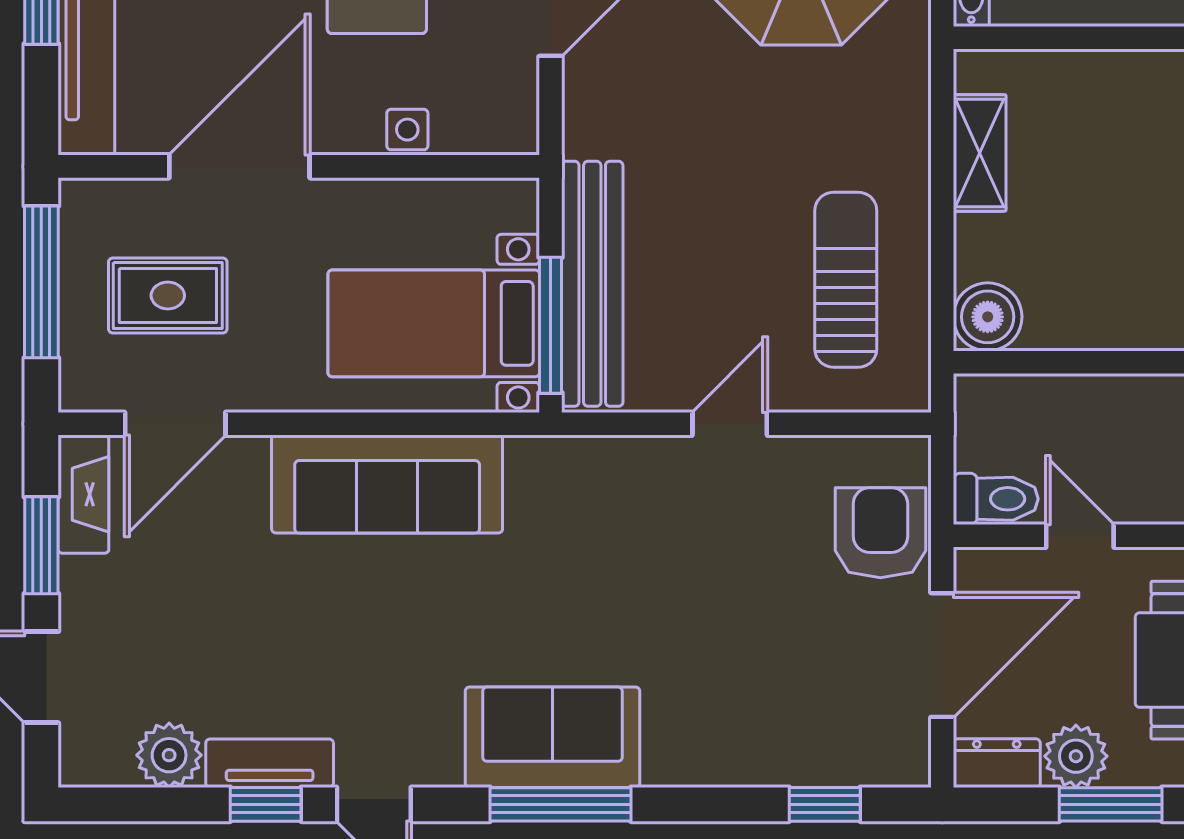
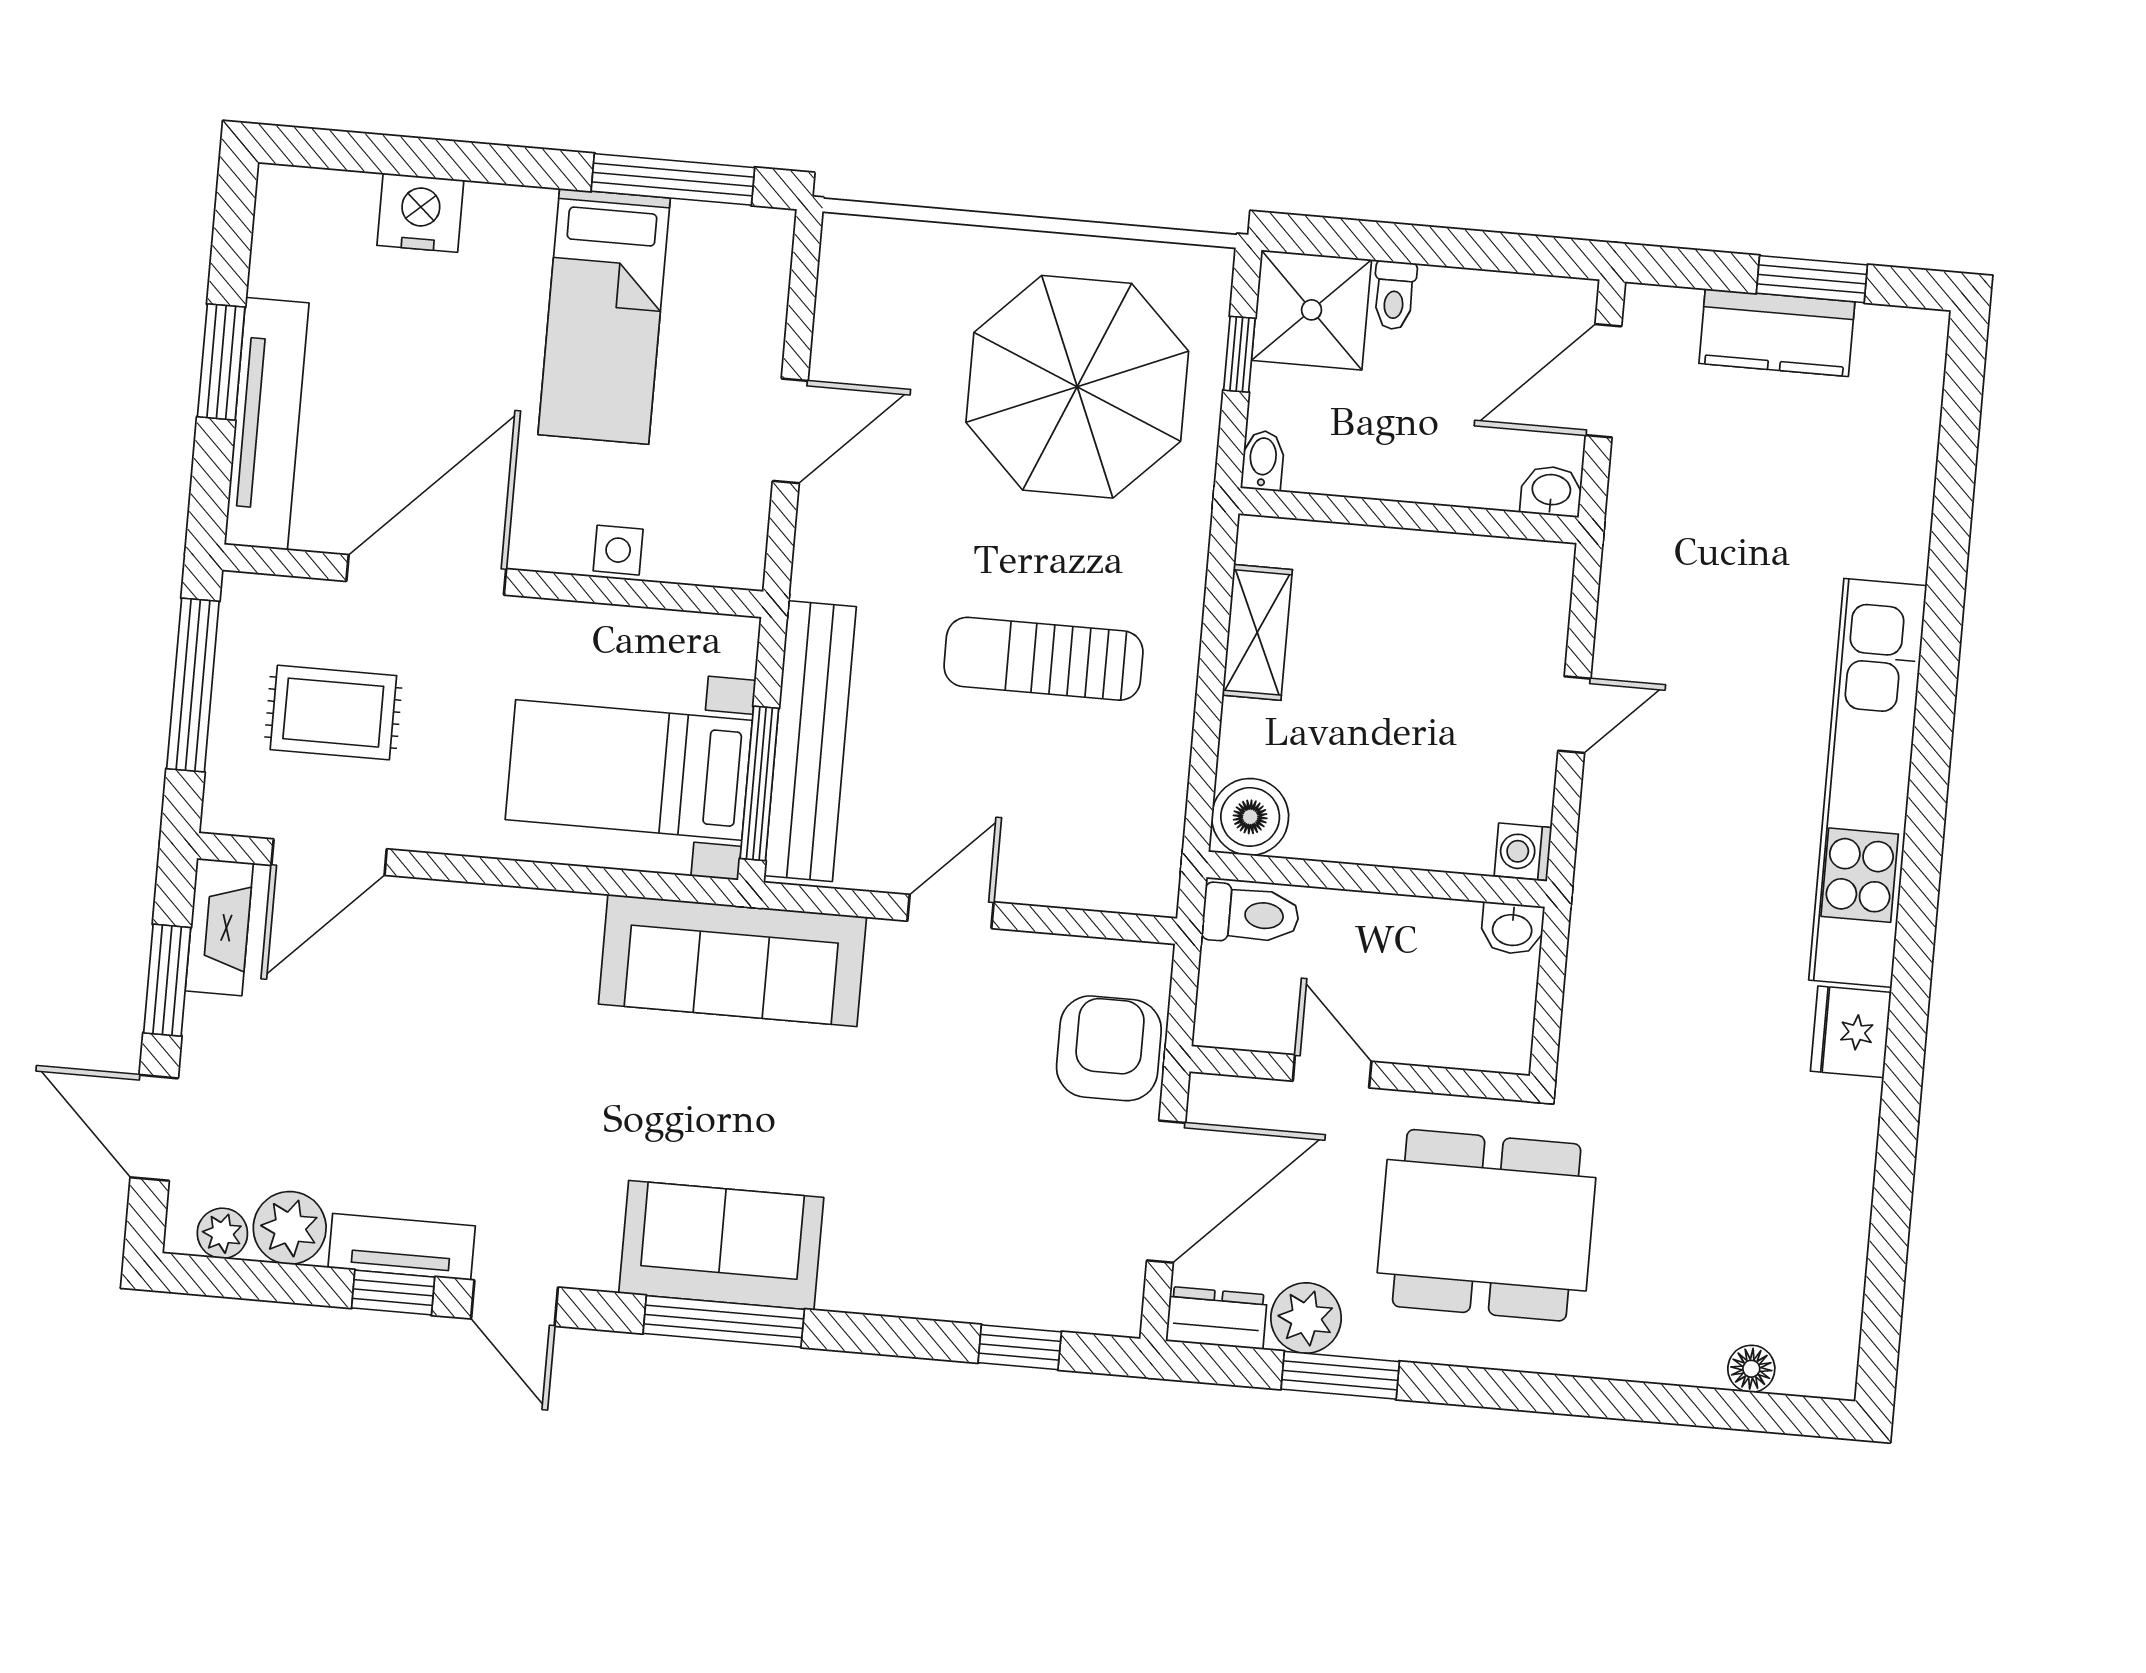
sun lounger: (846, 280) -> (1043, 659), moved, turned -90
sofa: (387, 484) -> (732, 960), moved
toilet: (996, 499) -> (1251, 914), moved
plant: (110, 765) -> (222, 1233), added

